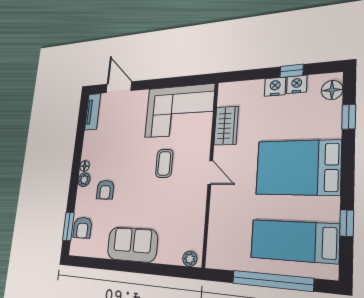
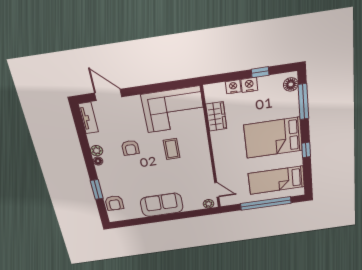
nightstand: (297, 84) -> (233, 87), moved
window: (349, 117) -> (303, 102), width x2.17
door: (210, 173) -> (217, 190), moved
plant: (84, 180) -> (97, 151), moved
armchair: (105, 190) -> (130, 148), moved
window: (347, 223) -> (306, 150), moved
window: (68, 227) -> (97, 189), moved

